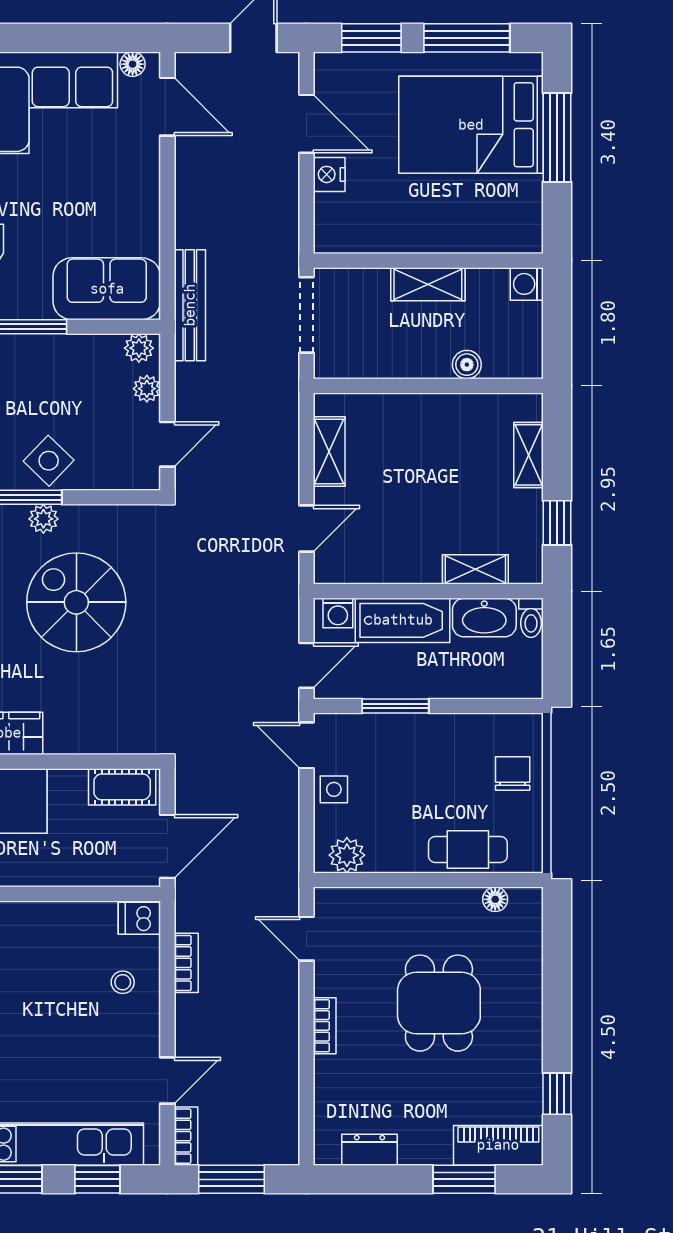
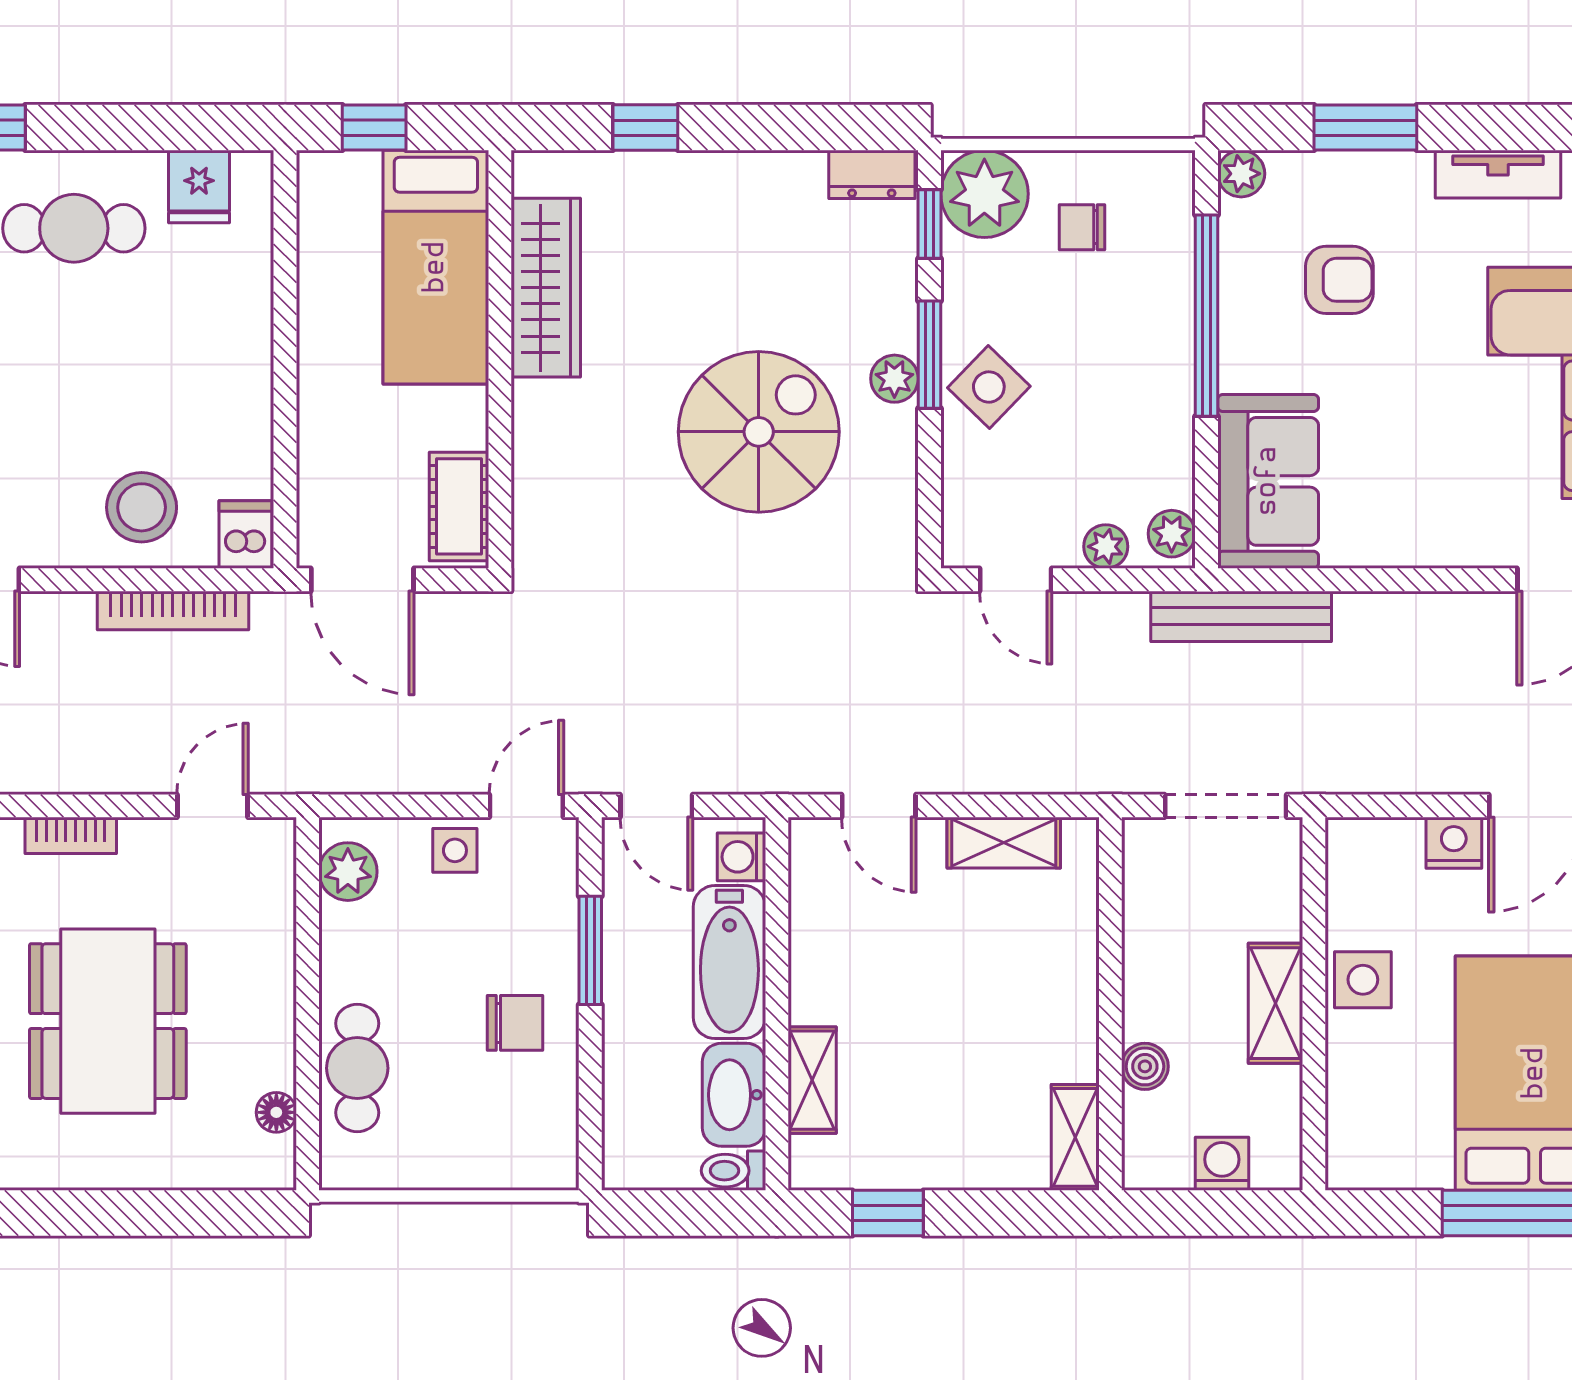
side table: (414, 230) -> (1363, 980), added
washing machine: (527, 284) -> (1222, 1164), moved
shelving: (528, 455) -> (1075, 1137), moved, turned 90
chair: (513, 774) -> (515, 1023), moved
bookcase: (186, 963) -> (173, 610), width x1.56
stool: (123, 982) -> (142, 507), width x1.89, depth x1.89
dining table: (439, 1003) -> (108, 1021), width x1.38

